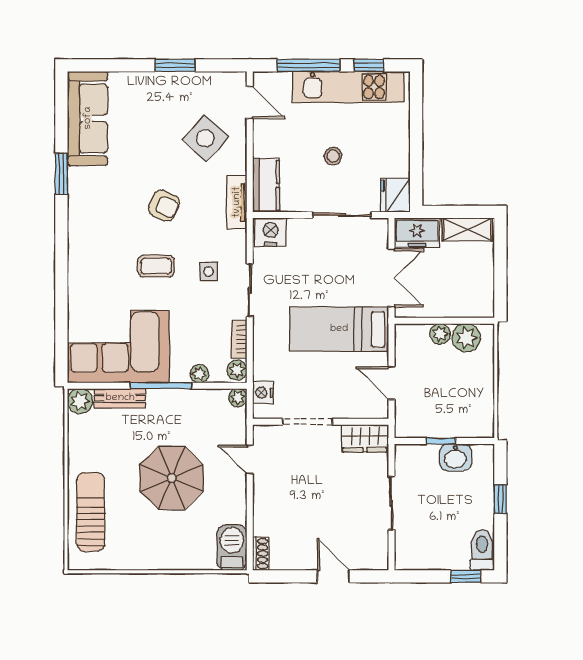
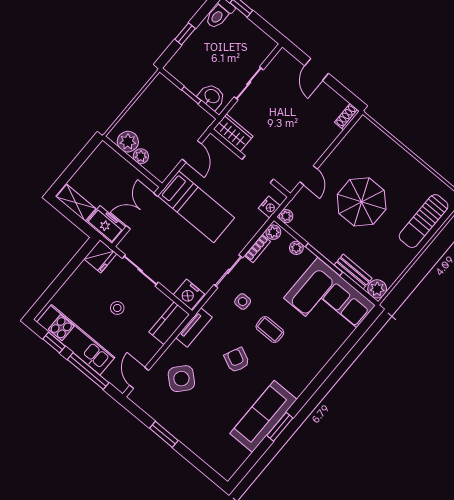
sofa: (88, 118) -> (263, 416), moved
washbasin: (455, 457) -> (212, 97), moved
barbecue: (232, 548) -> (360, 134), removed

